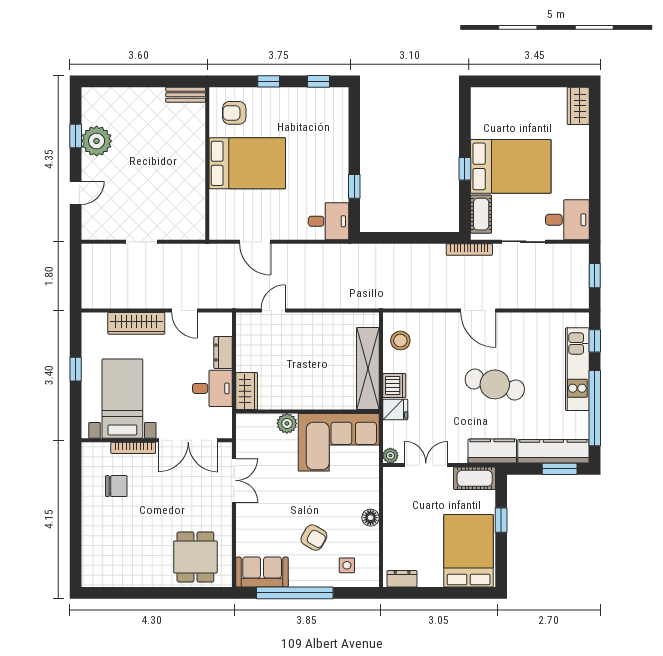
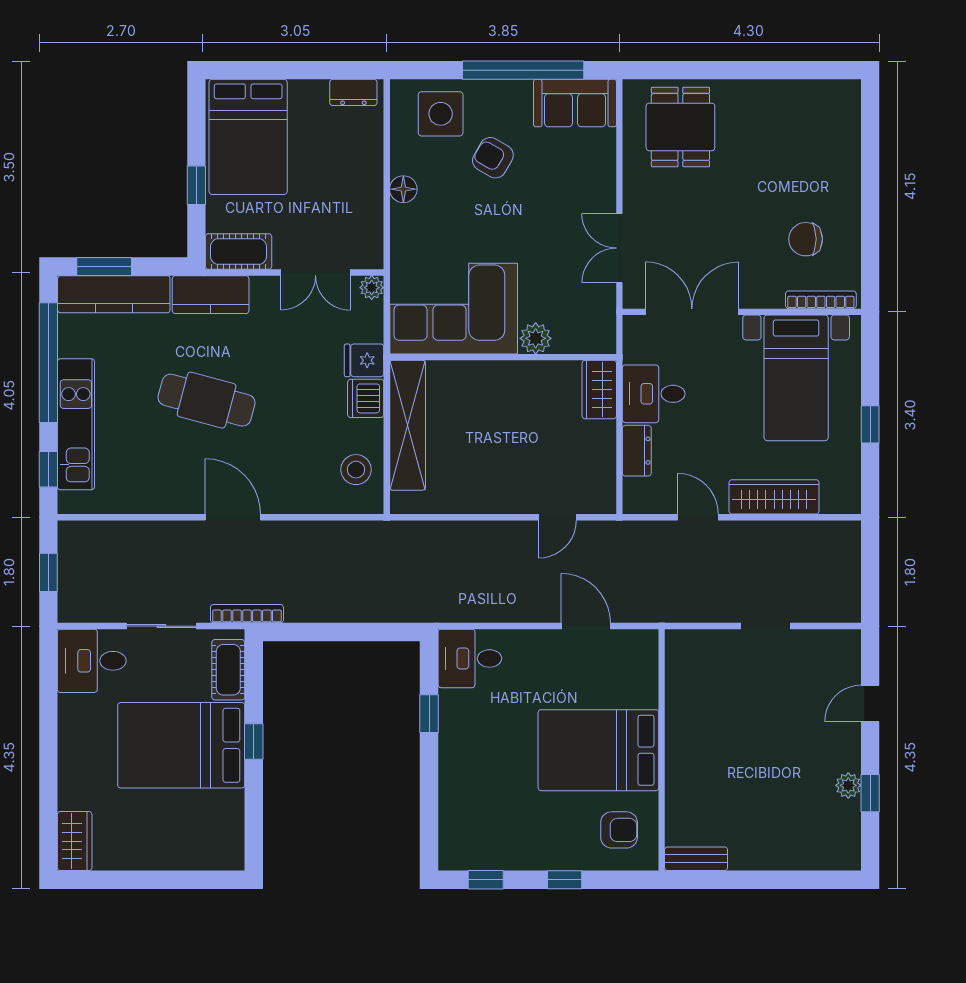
plant: (97, 141) -> (848, 785), width x0.53, depth x0.53
bookcase: (133, 448) -> (821, 300), moved
side table: (347, 565) -> (441, 114), width x1.87, depth x1.87

